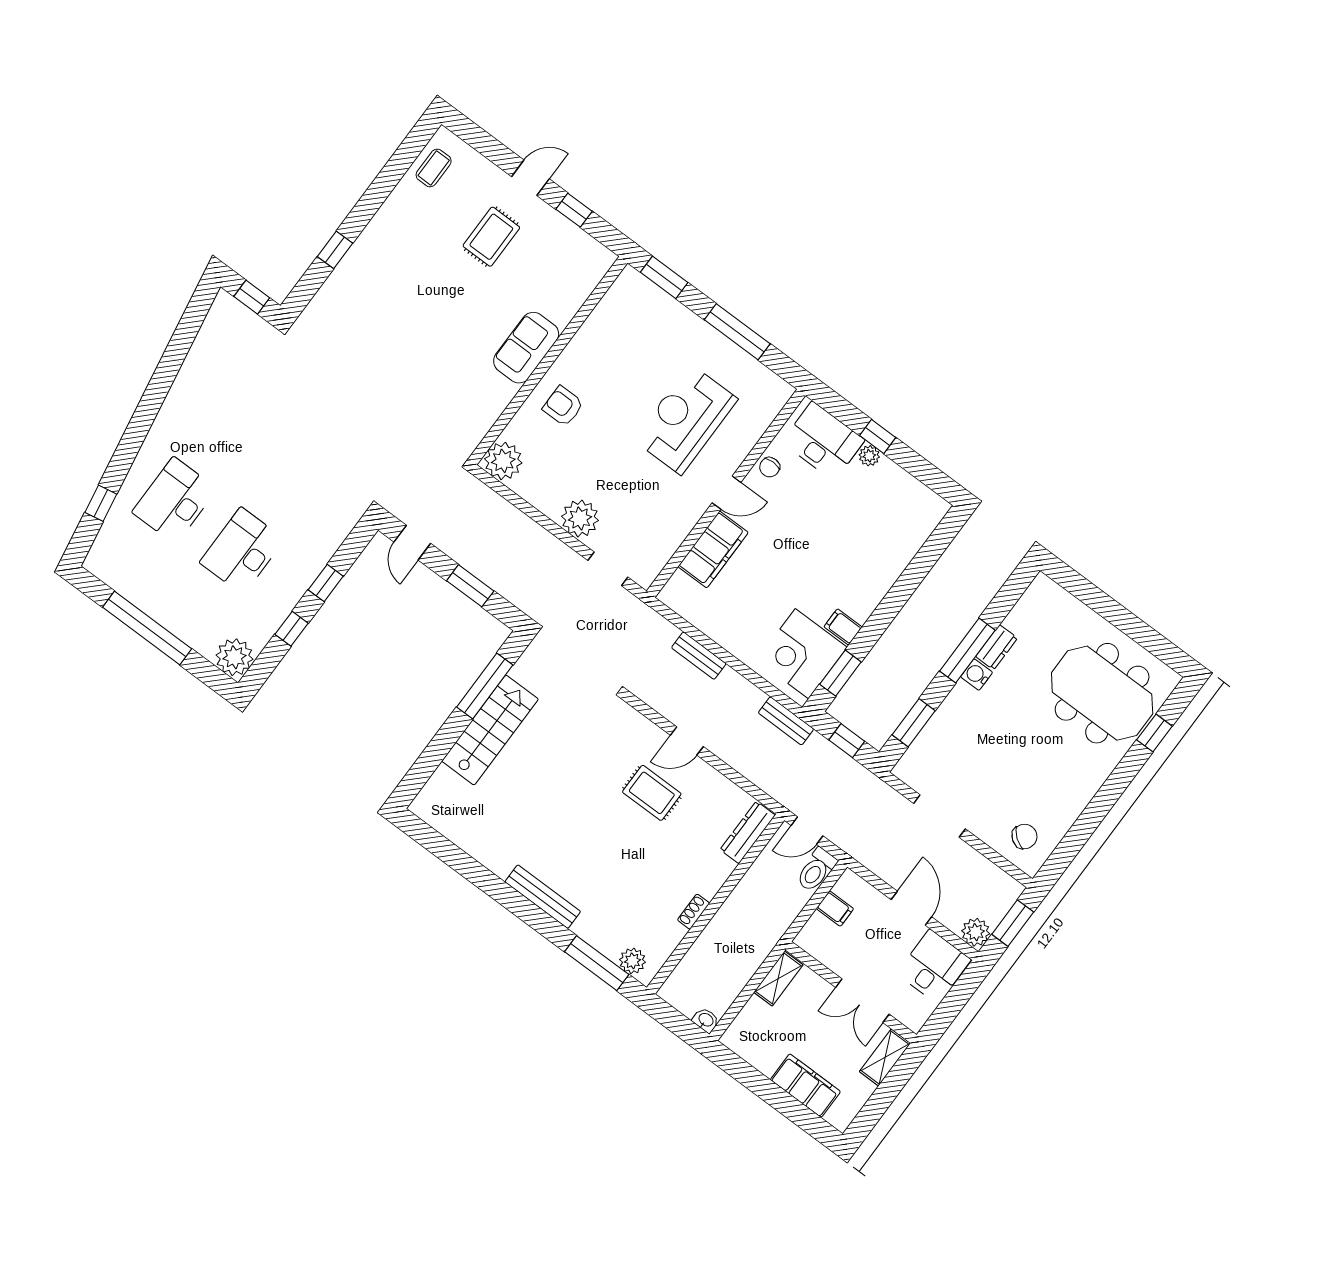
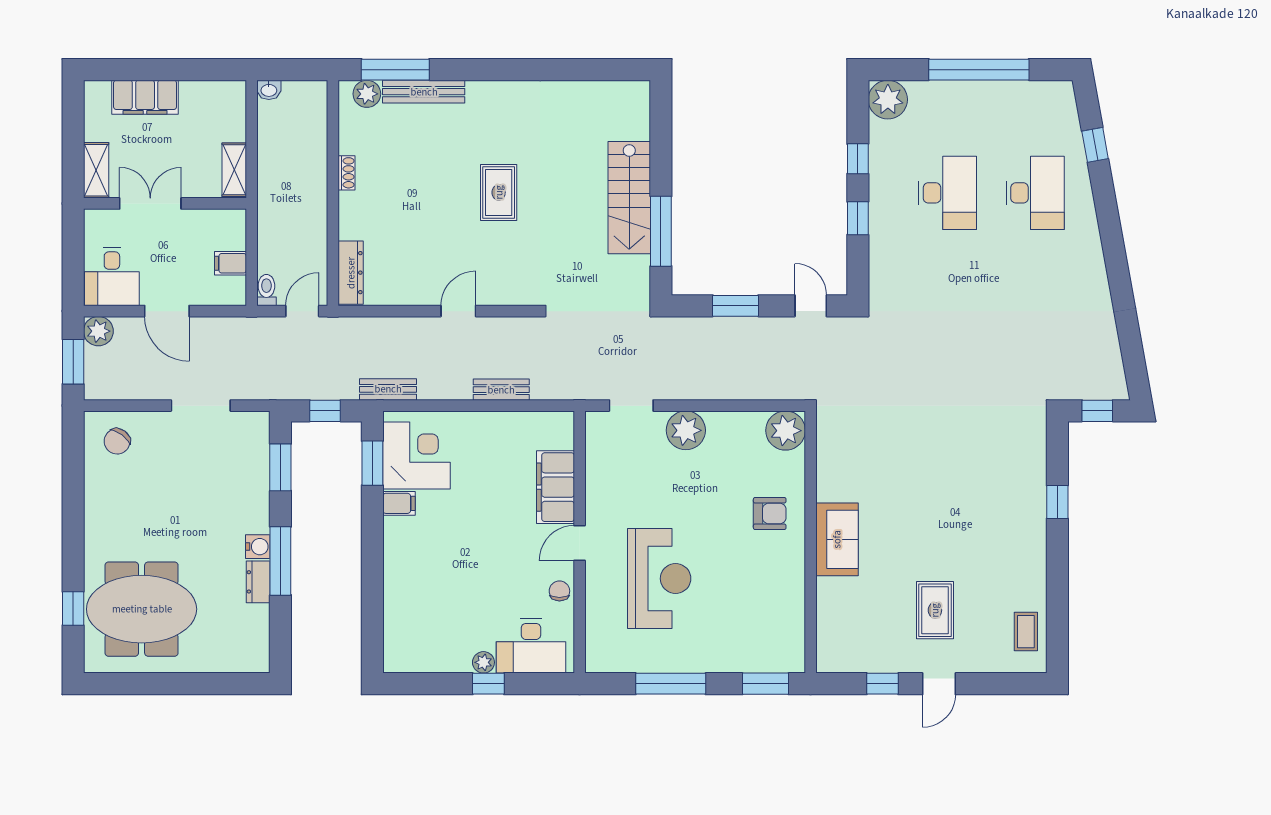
rug: (652, 793) -> (499, 192), moved, turned 90
toilet: (816, 870) -> (266, 290), width x0.73, depth x0.72
bench: (543, 897) -> (424, 92), moved

